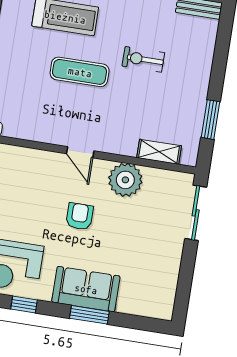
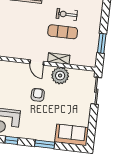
exercise mat: (80, 72) -> (63, 32), moved
shelving: (159, 152) -> (59, 59), moved
sofa: (86, 289) -> (72, 135), moved

